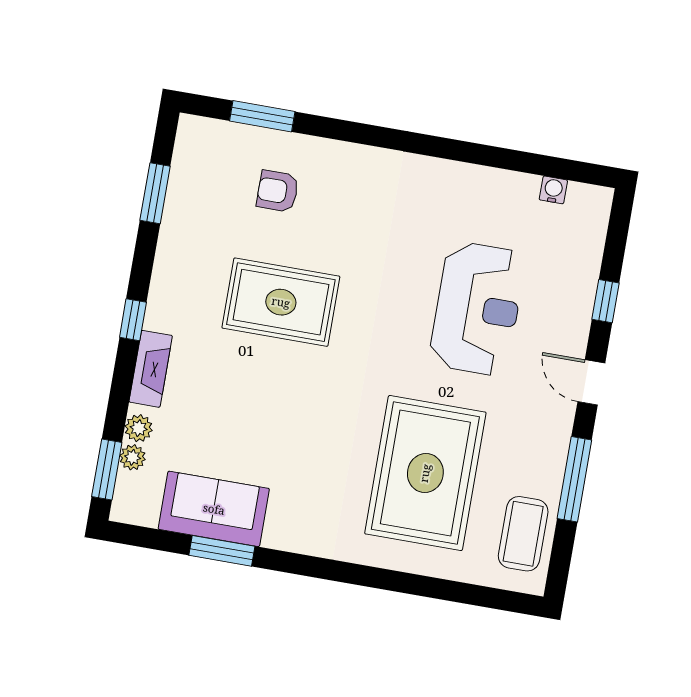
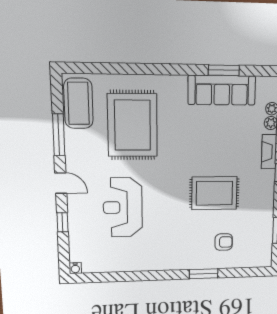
window: (262, 116) -> (204, 274), moved
water cooler: (553, 190) -> (75, 268), moved
sofa: (214, 509) -> (222, 90), width x1.36
coffee table: (523, 534) -> (78, 103), width x1.36, depth x1.32

